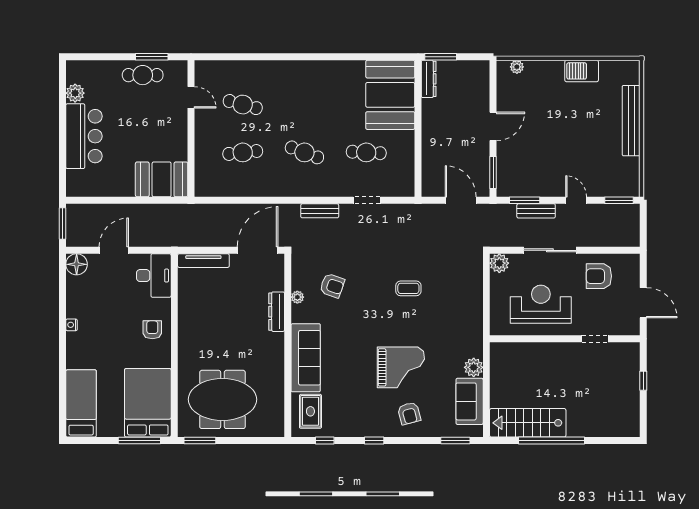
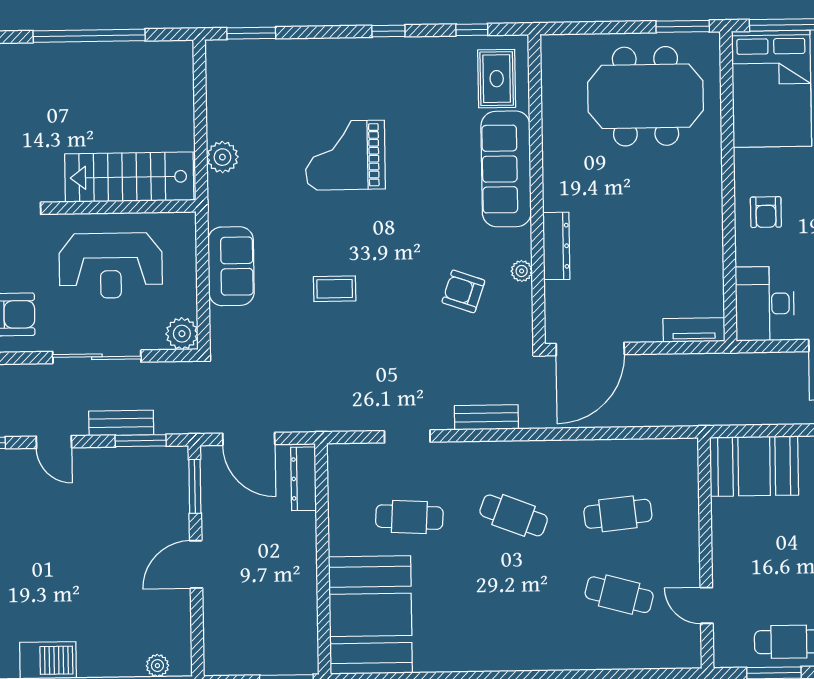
dresser: (429, 79) -> (303, 479), moved
tv unit: (203, 261) -> (694, 330), width x0.71
sofa: (470, 401) -> (231, 266), moved
armchair: (409, 413) -> (330, 78), removed
stairs: (528, 423) -> (129, 177), moved, turned 180

